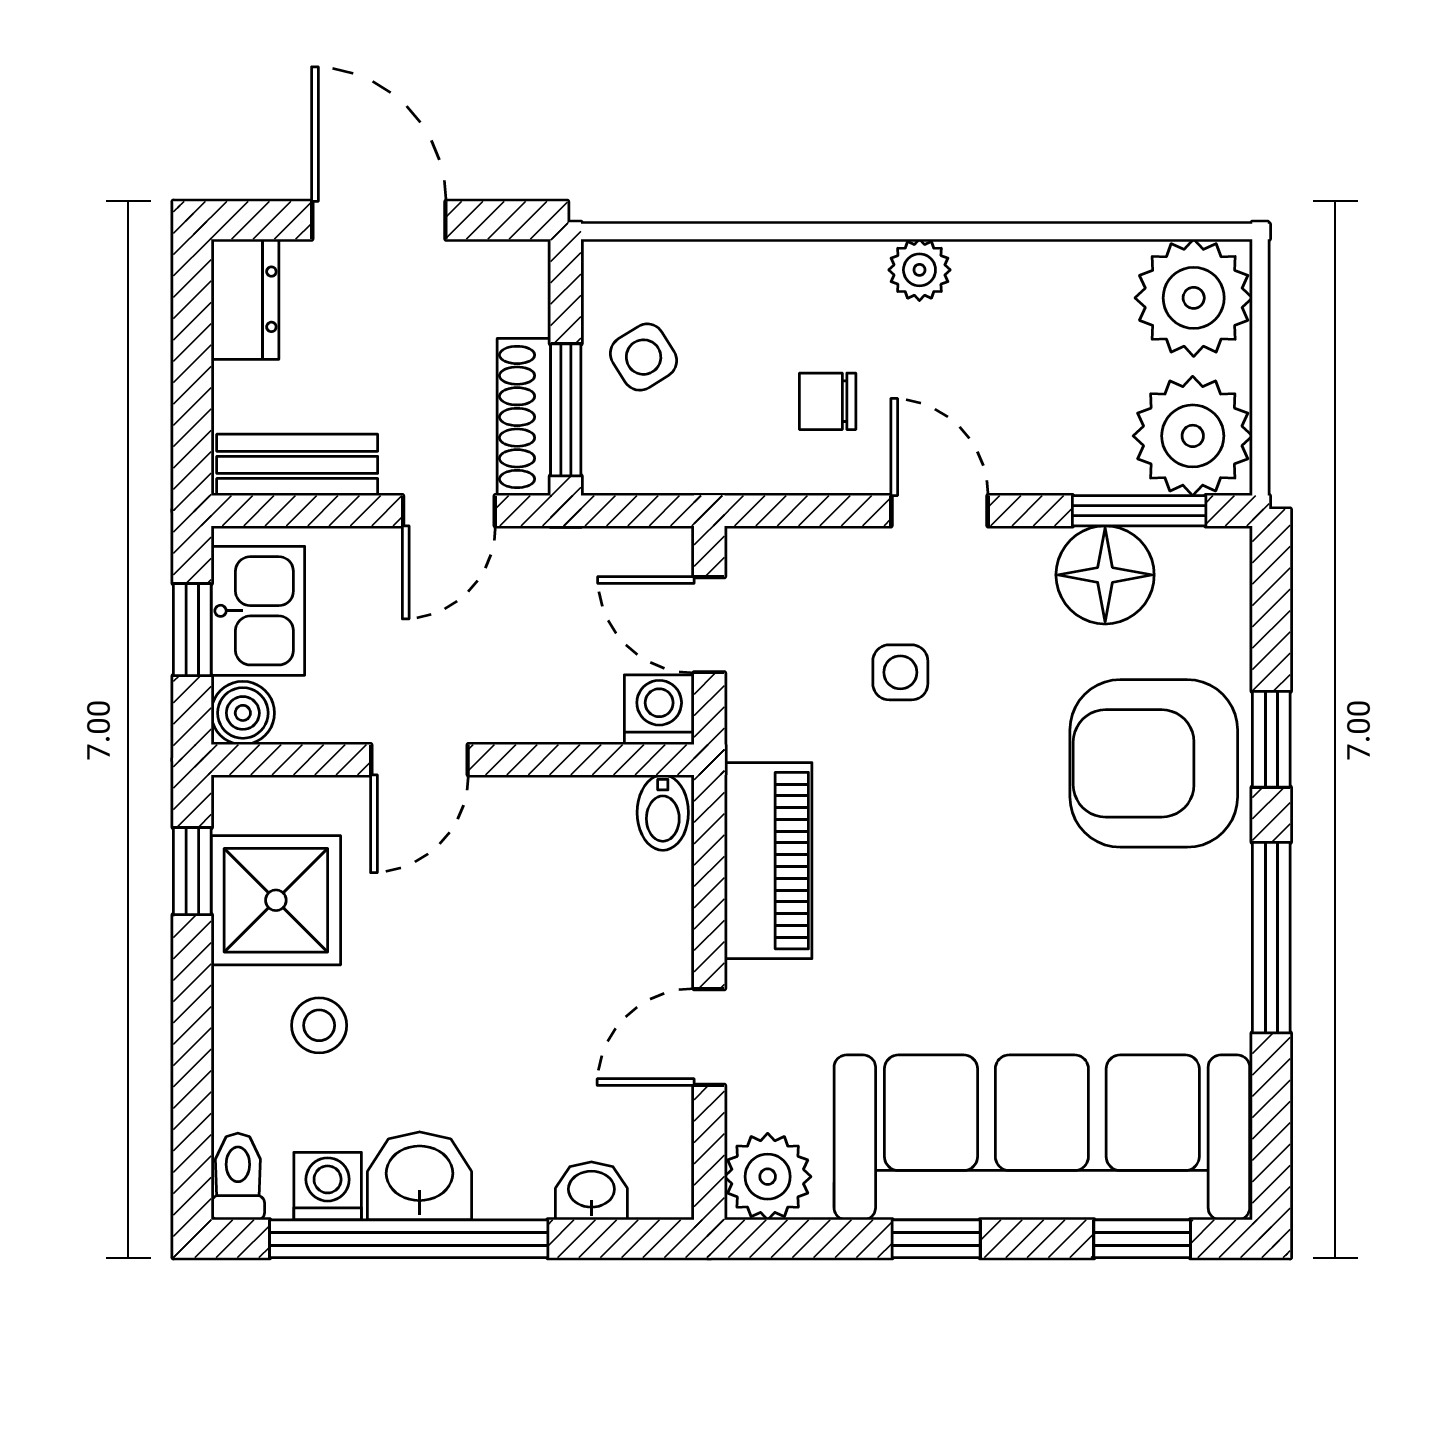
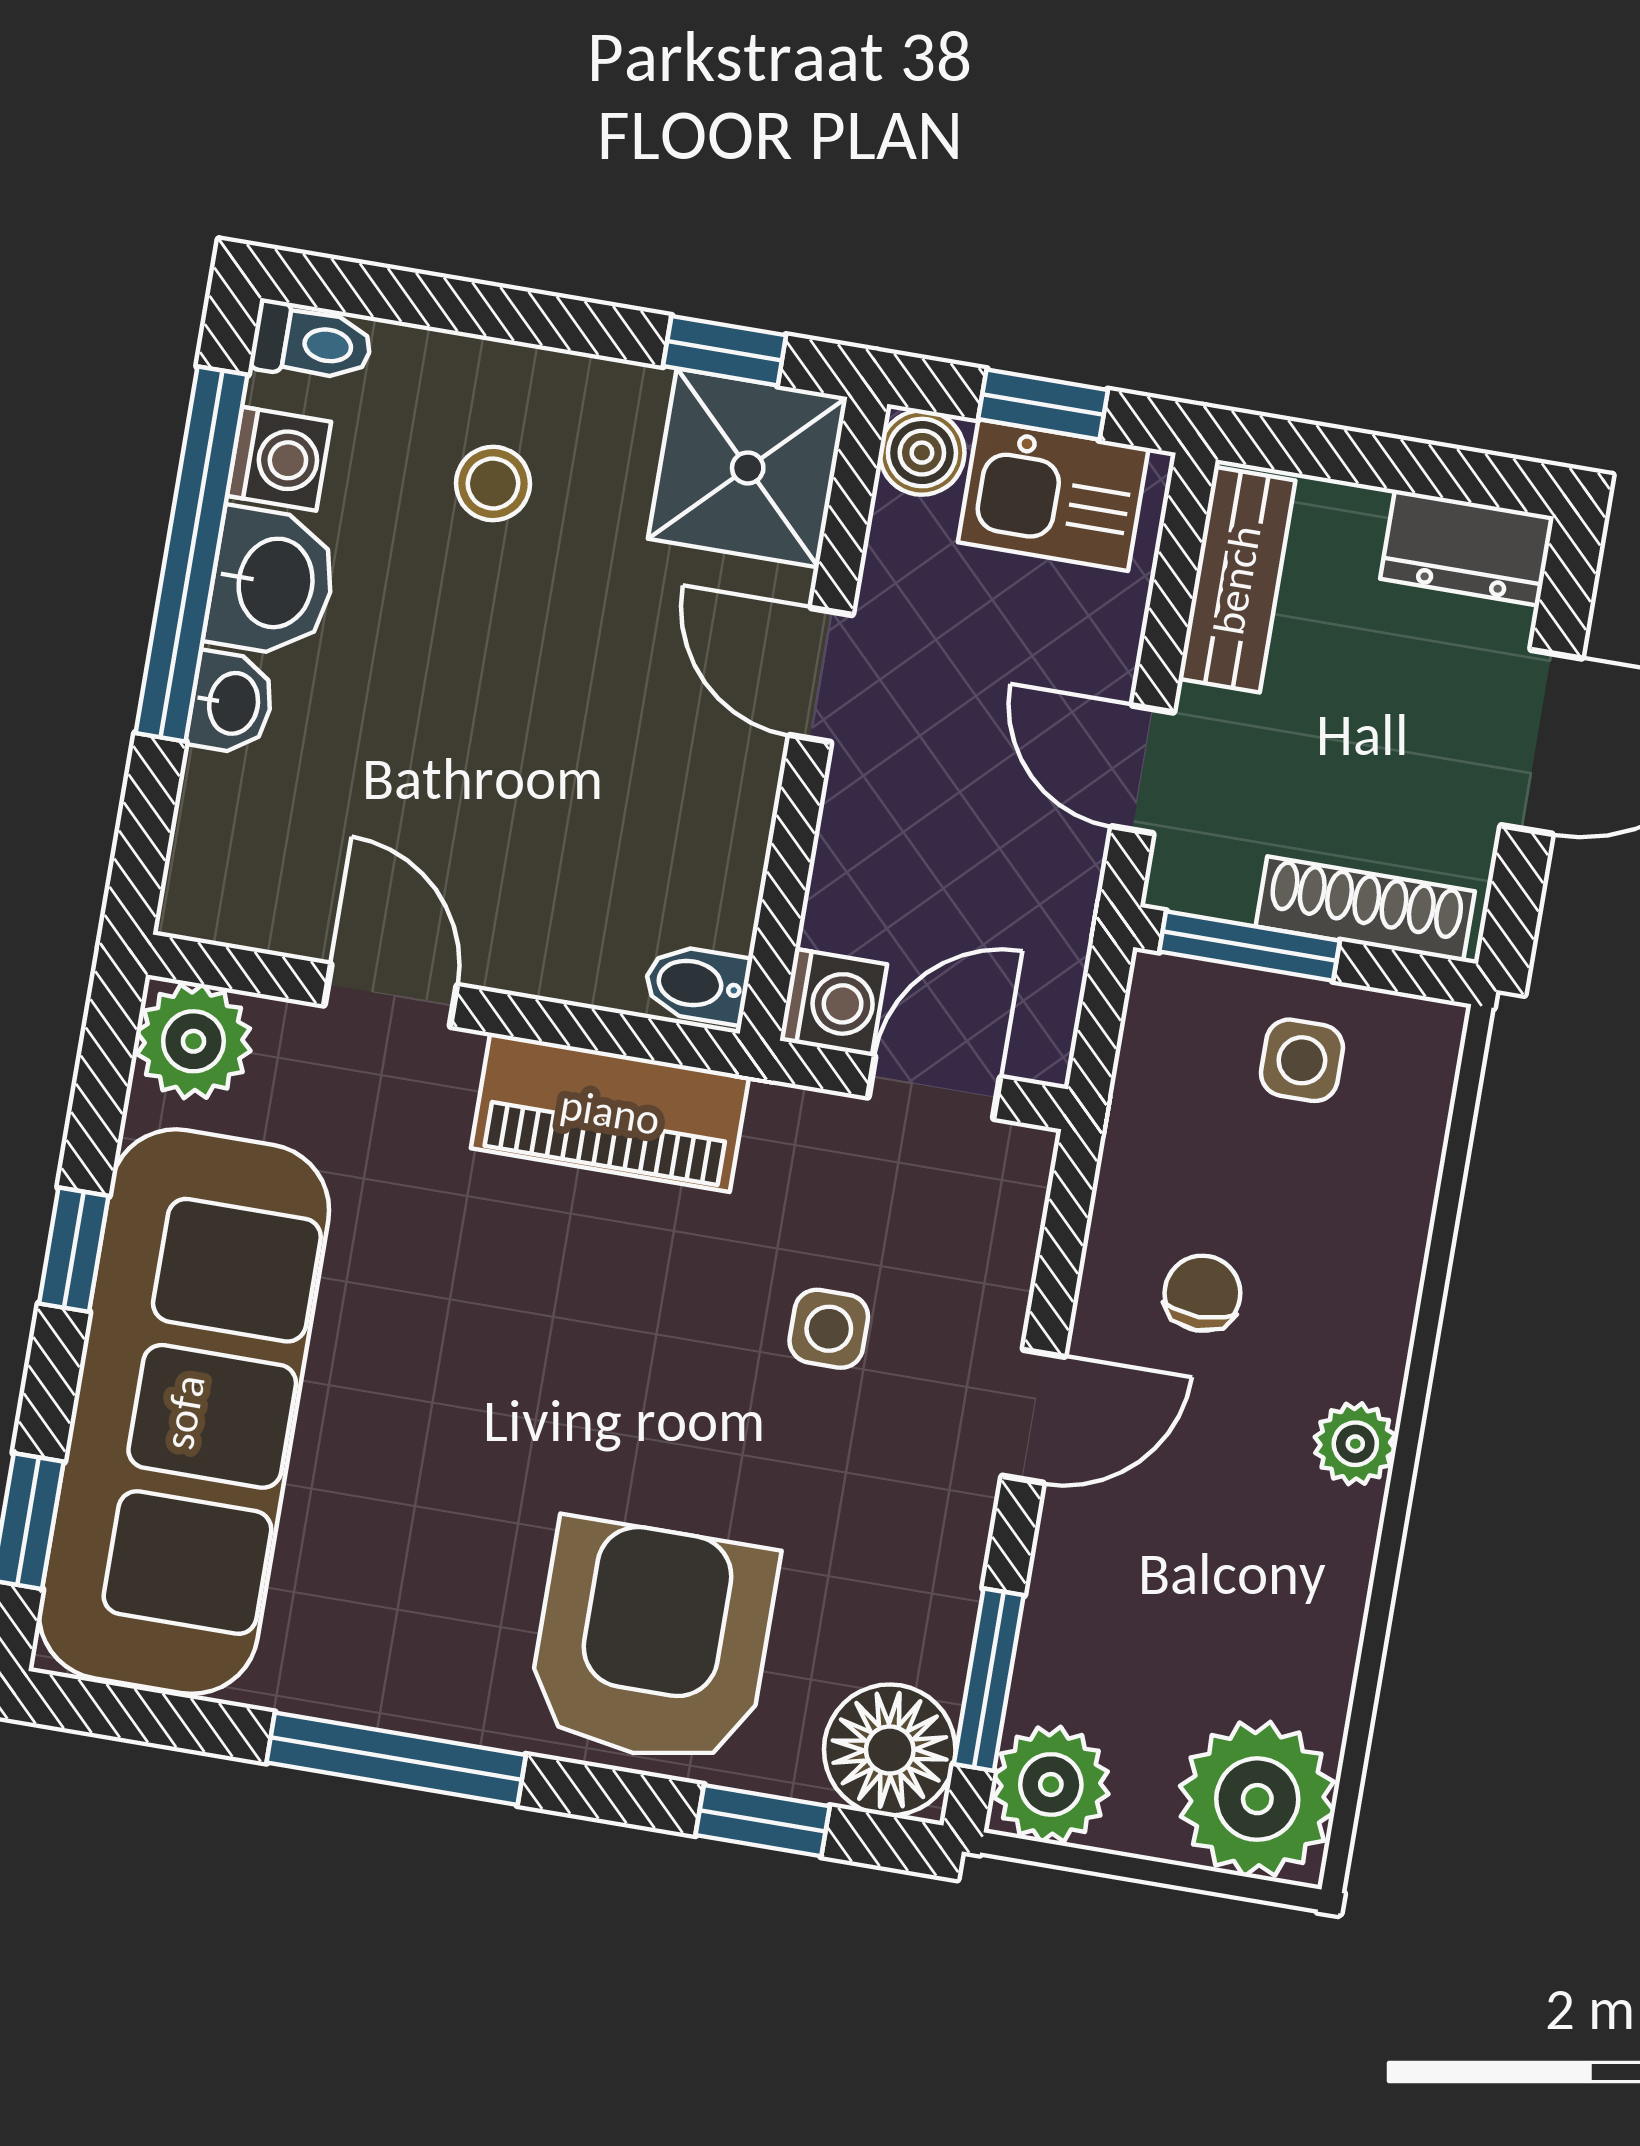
side table: (644, 357) -> (1302, 1060), turned 32
shoe rack: (524, 417) -> (1365, 909), moved
plant: (1193, 436) -> (1051, 1784), width x0.73, depth x0.73
floor lamp: (1105, 575) -> (890, 1750), moved
window: (1271, 739) -> (763, 1821), moved
shower: (276, 900) -> (748, 468), moved
washbasin: (591, 1191) -> (231, 703), moved

